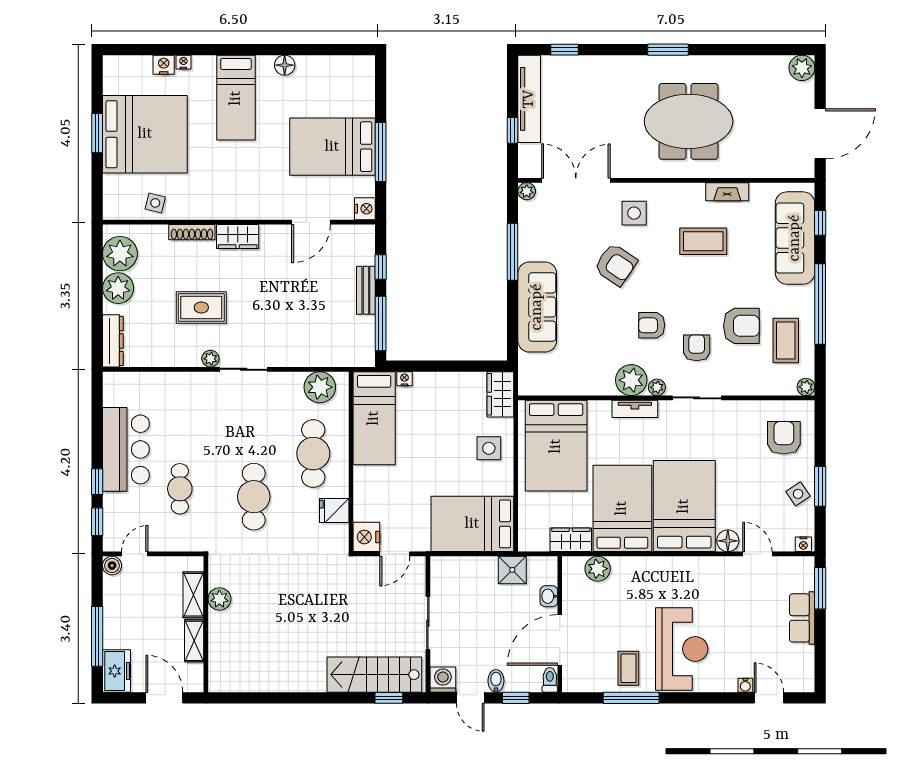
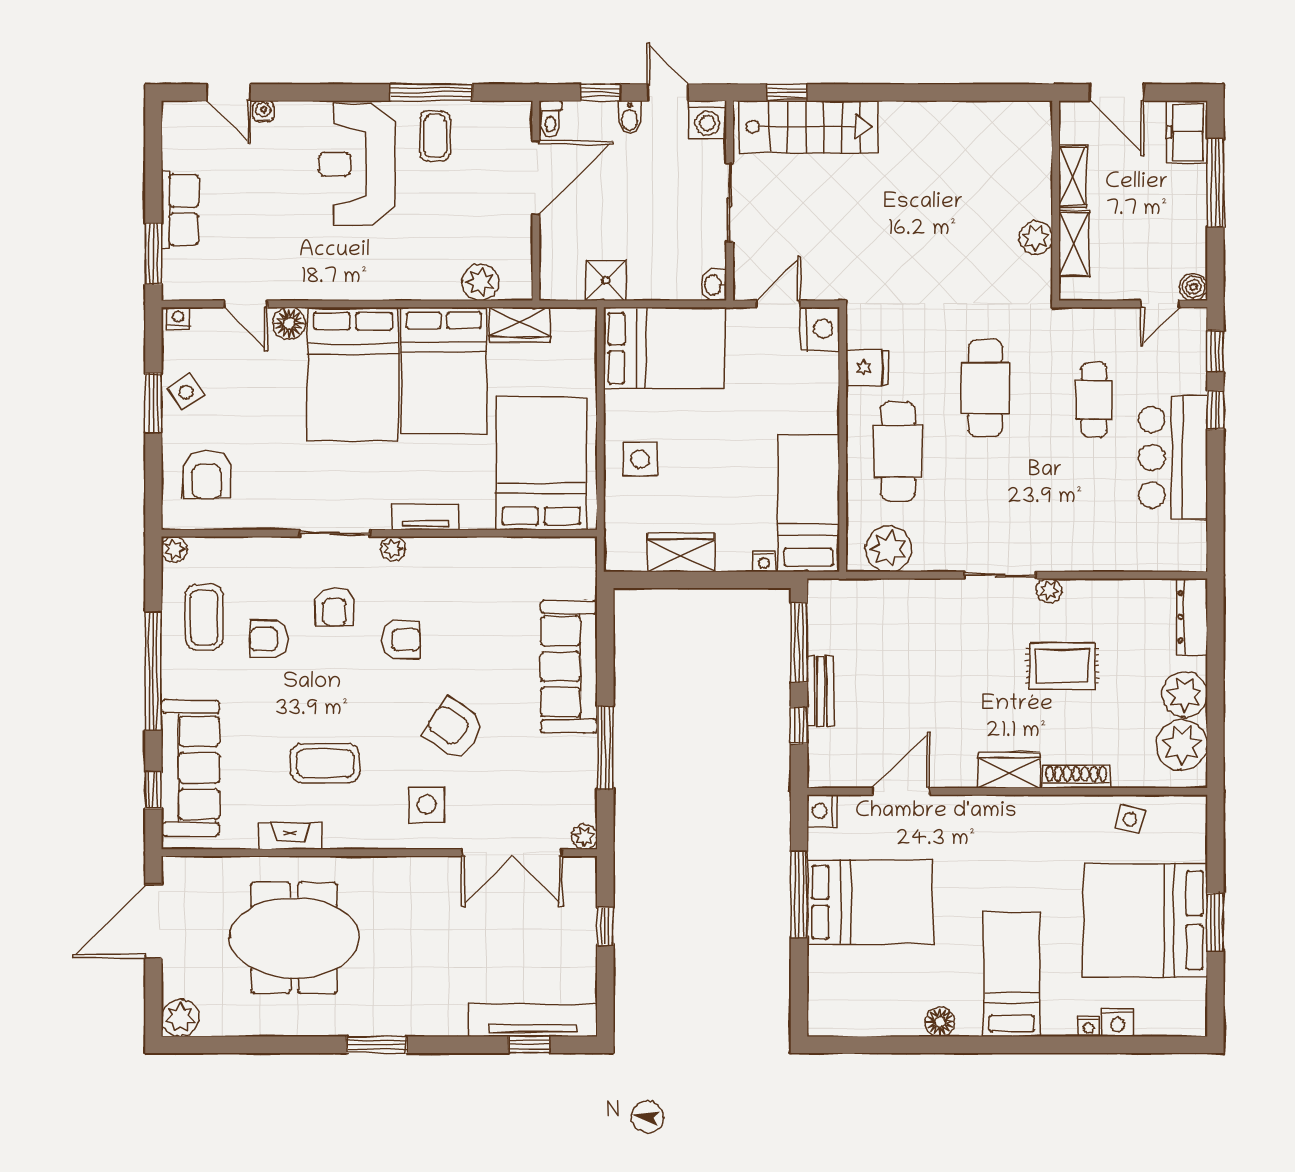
tv unit: (529, 99) -> (533, 1020), moved, turned 90
meeting table: (689, 121) -> (294, 938), moved
armchair: (741, 326) -> (269, 639), width x0.72, depth x0.72
plant: (631, 380) -> (431, 559), removed
wardrobe: (500, 394) -> (681, 552), moved, turned -90
washbasin: (549, 596) -> (714, 285), moved, turned 180

